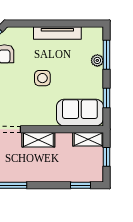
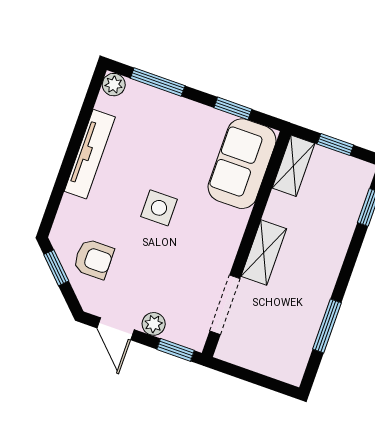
plant: (97, 60) -> (114, 85), moved

